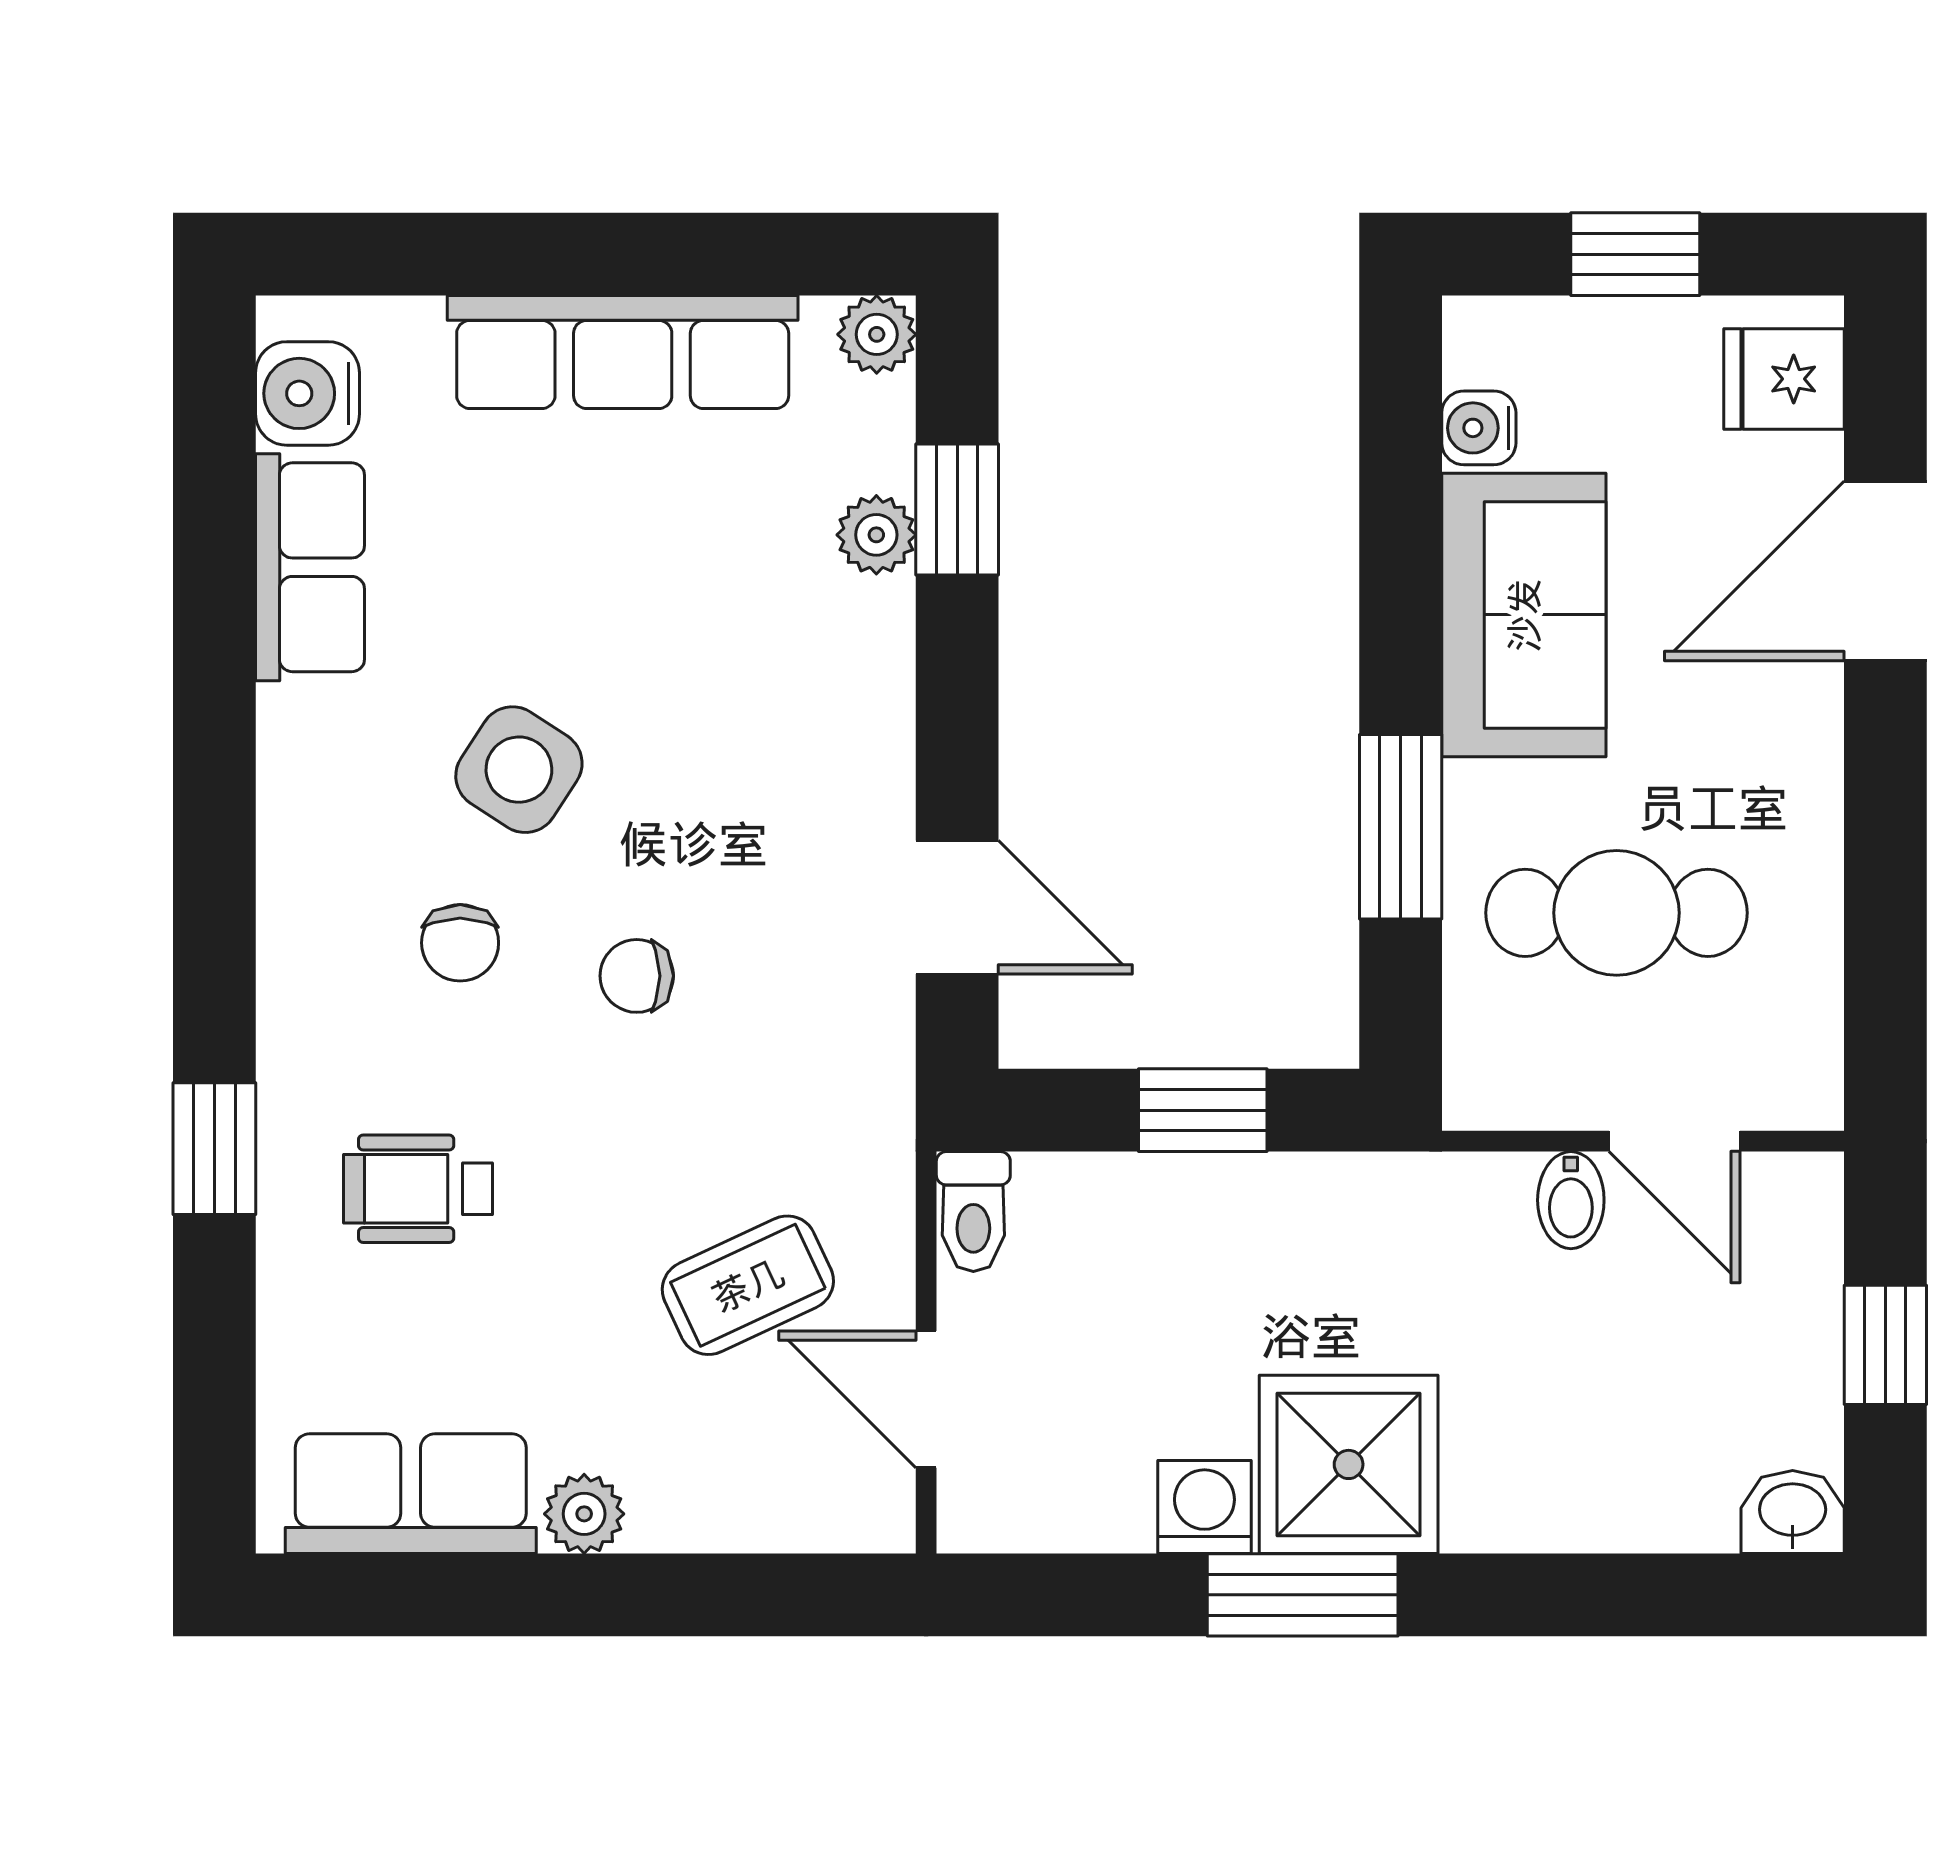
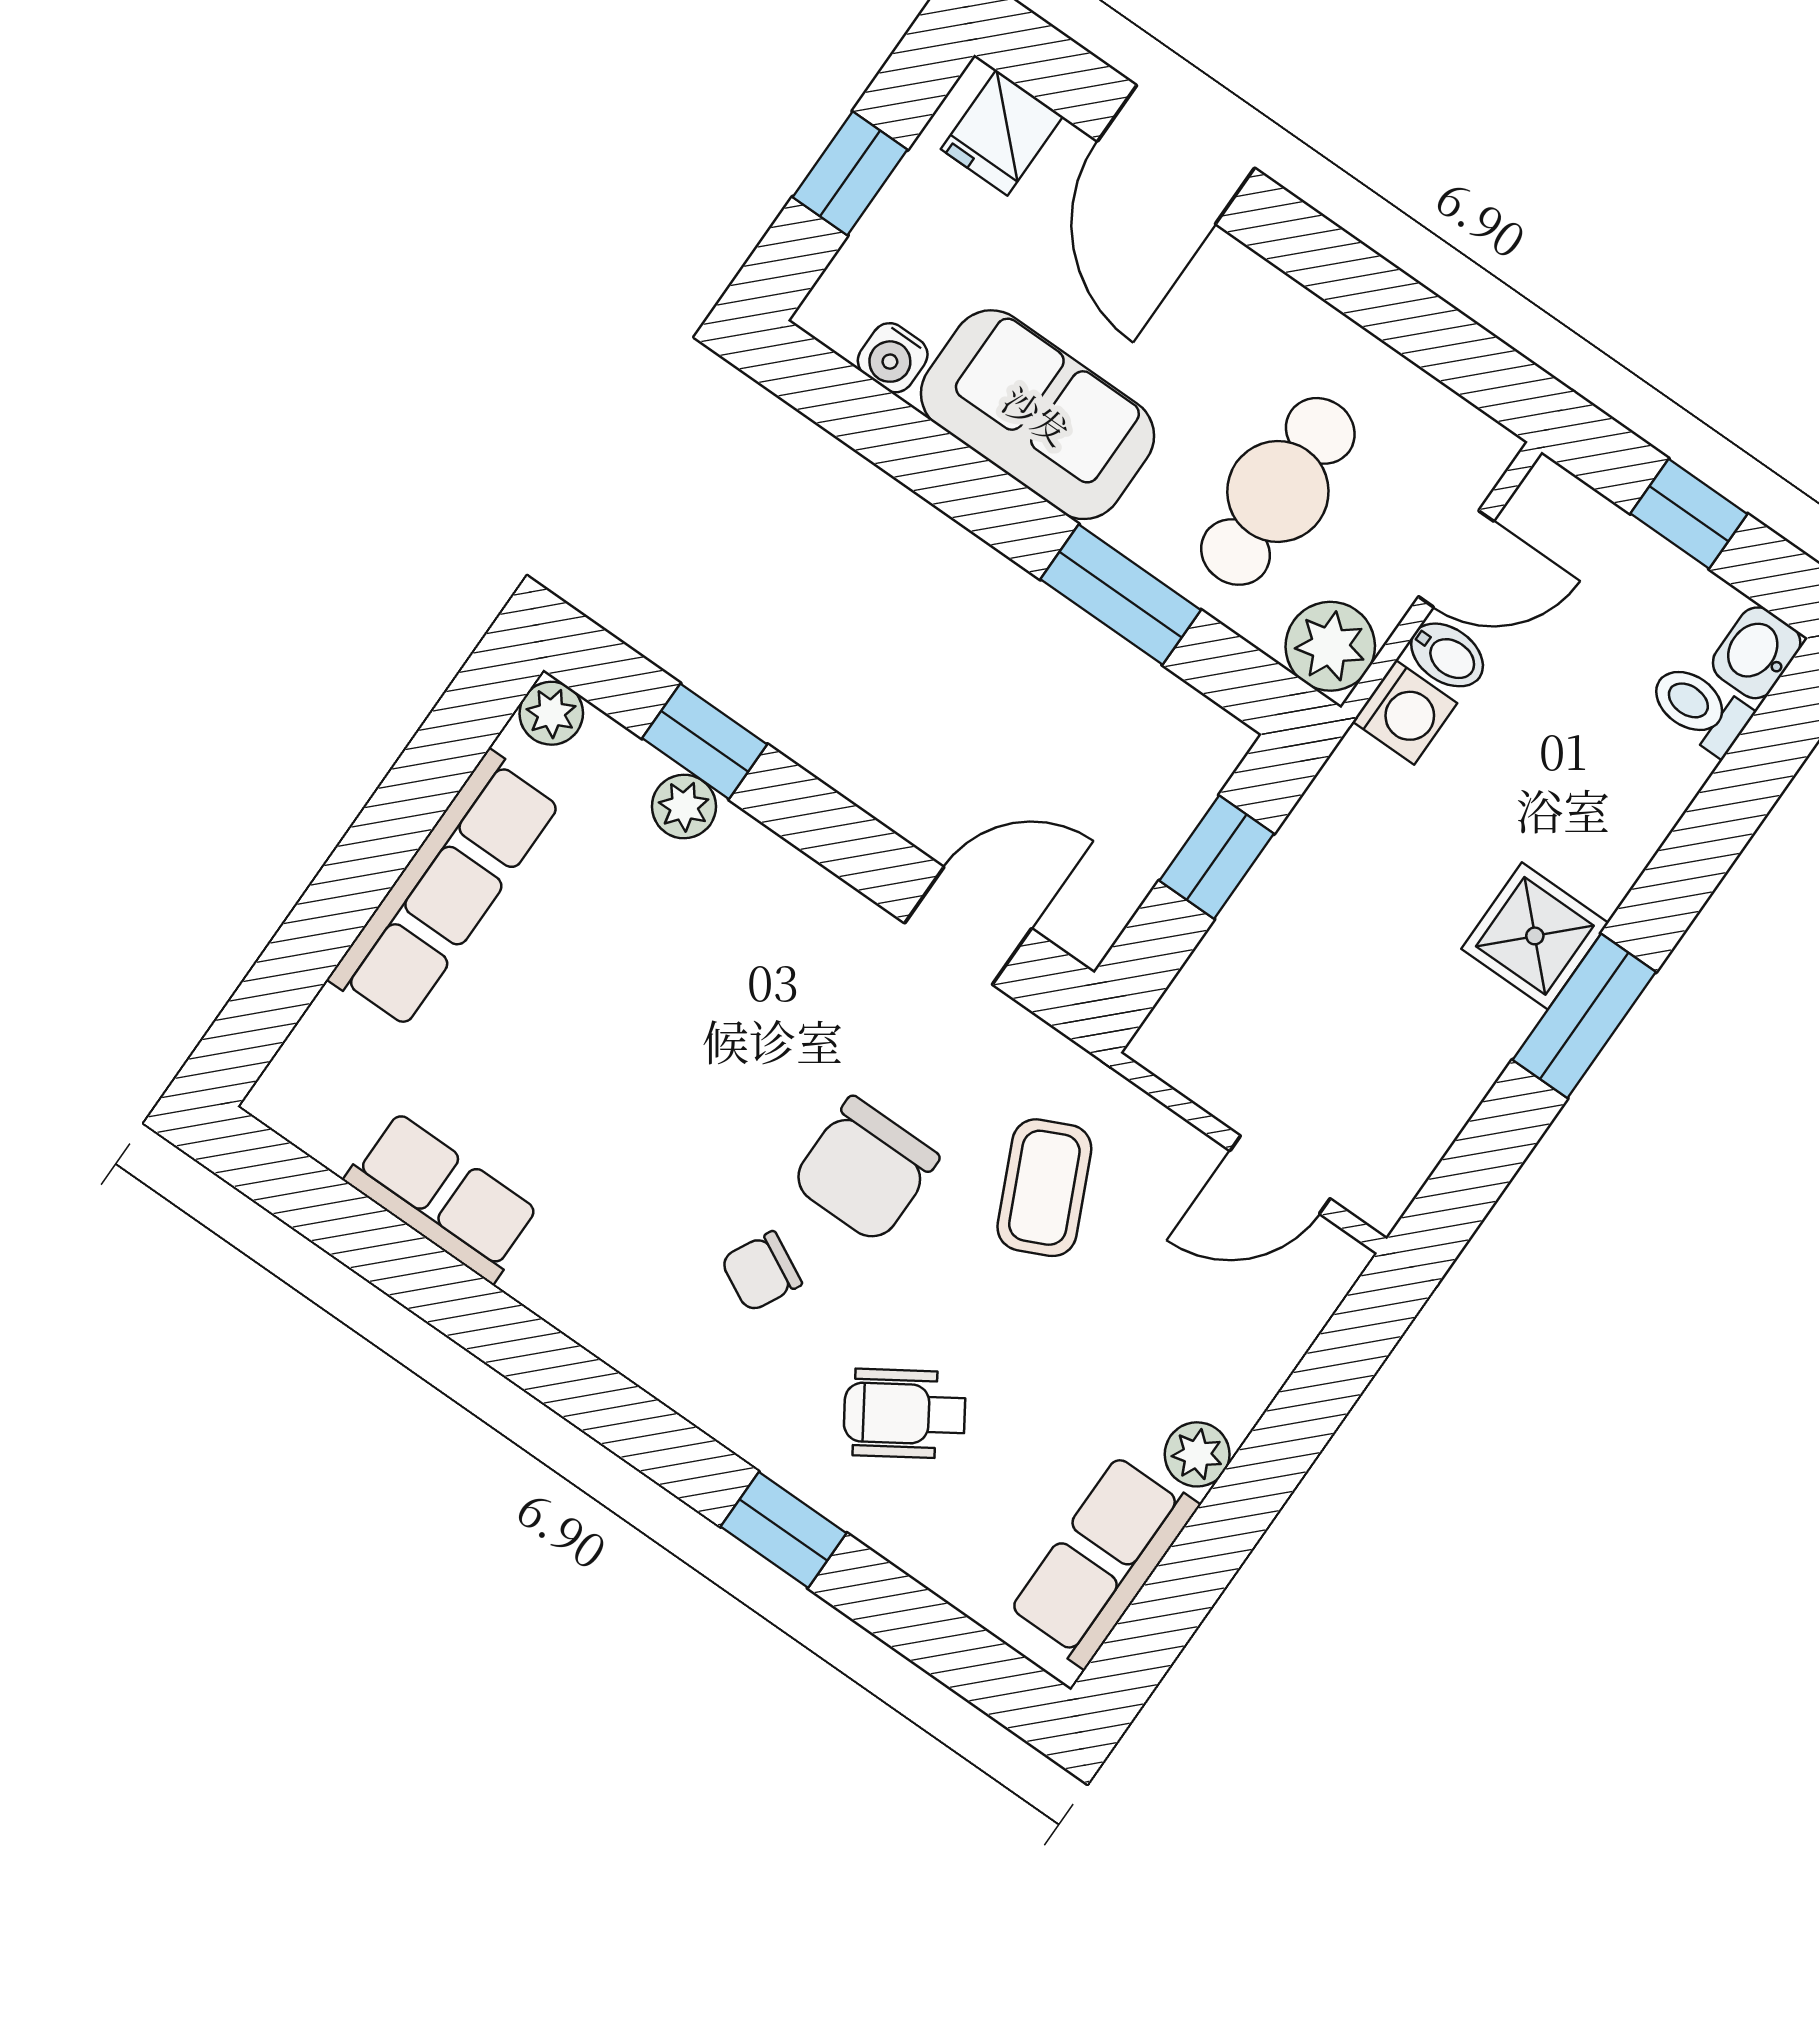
water cooler: (308, 393) -> (326, 1118), removed
side table: (519, 770) -> (674, 1152), removed
chair: (460, 943) -> (761, 1272), turned 117
chair: (637, 976) -> (865, 1170), width x1.87, depth x1.87
plant: (1497, 1076) -> (1330, 646), added
wheelchair: (418, 1189) -> (905, 1414), turned 57
toilet: (973, 1212) -> (1700, 708), moved, turned 180
coffee table: (748, 1285) -> (1044, 1188), moved
shower: (1349, 1464) -> (1535, 936), width x0.73, depth x0.73
washing machine: (1204, 1507) -> (1405, 712), moved, turned 180

